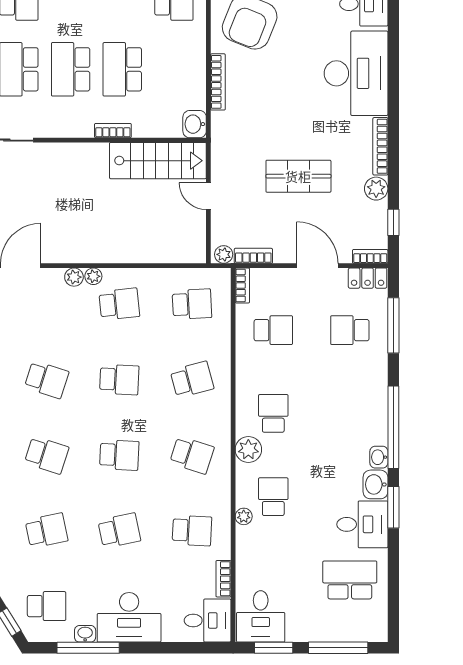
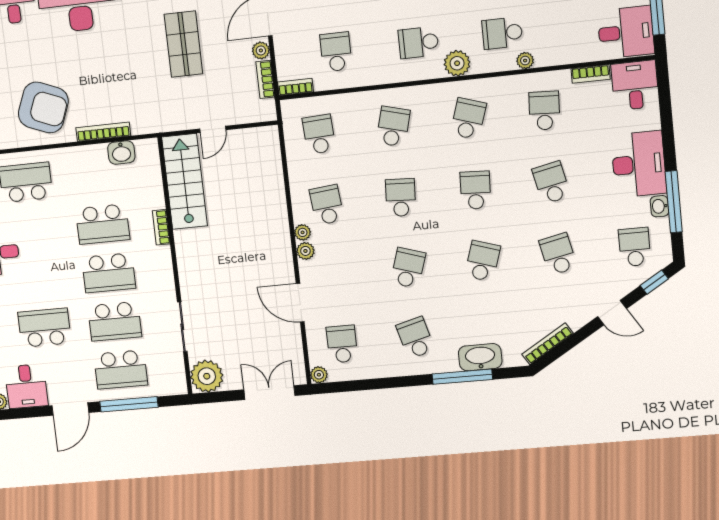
washbasin: (195, 124) -> (121, 153), moved
plant: (224, 254) -> (261, 50), moved
school desk: (192, 380) -> (393, 126), turned 30

